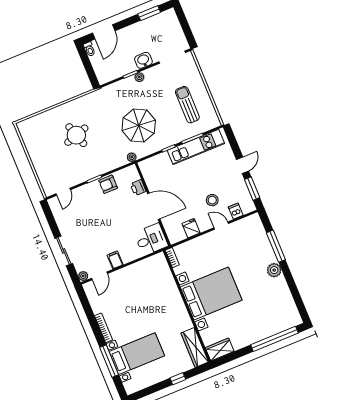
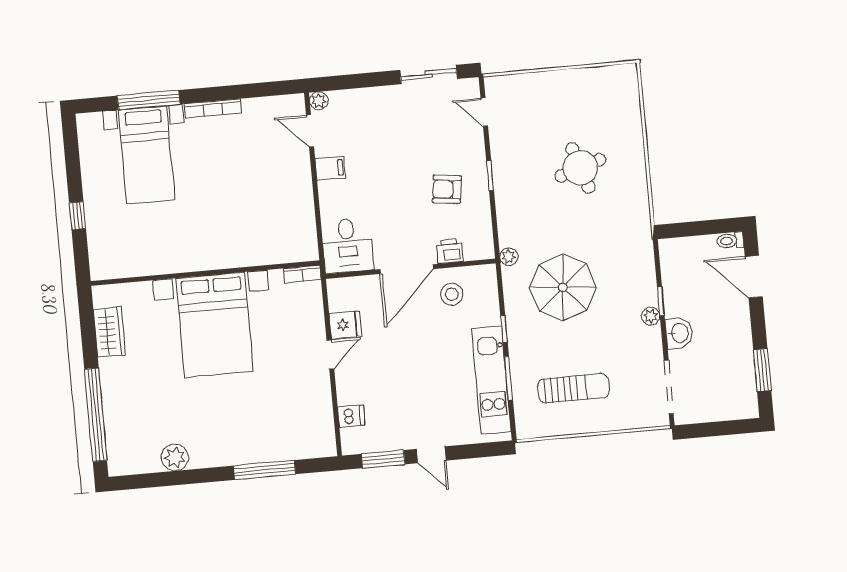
armchair: (108, 184) -> (447, 189), moved, turned -83
stool: (212, 200) -> (452, 294), moved
door: (221, 226) -> (330, 355), moved
sliding door: (64, 251) -> (429, 74), moved
plant: (274, 270) -> (175, 458), moved
wardrobe: (195, 348) -> (125, 264), removed
wardrobe: (220, 350) -> (109, 332), moved

